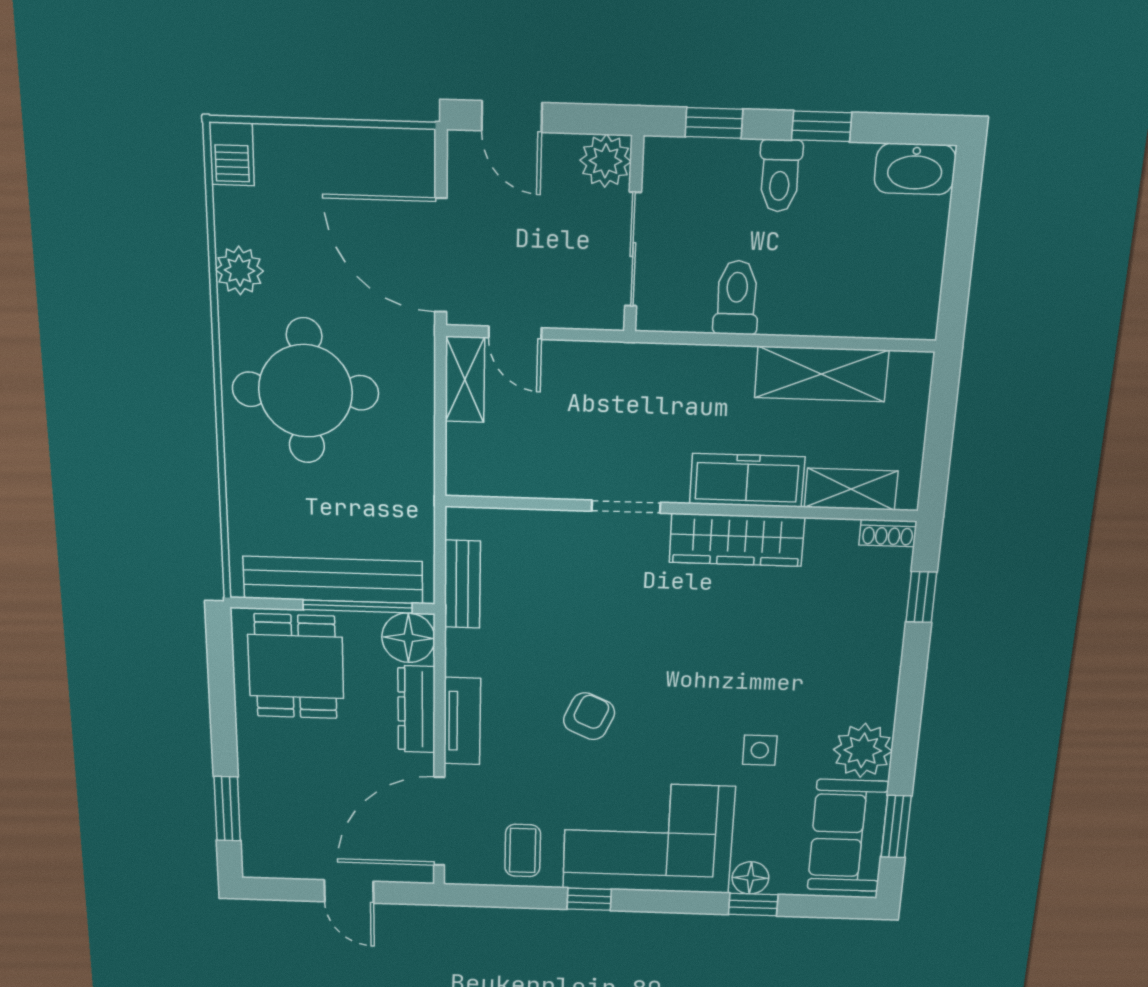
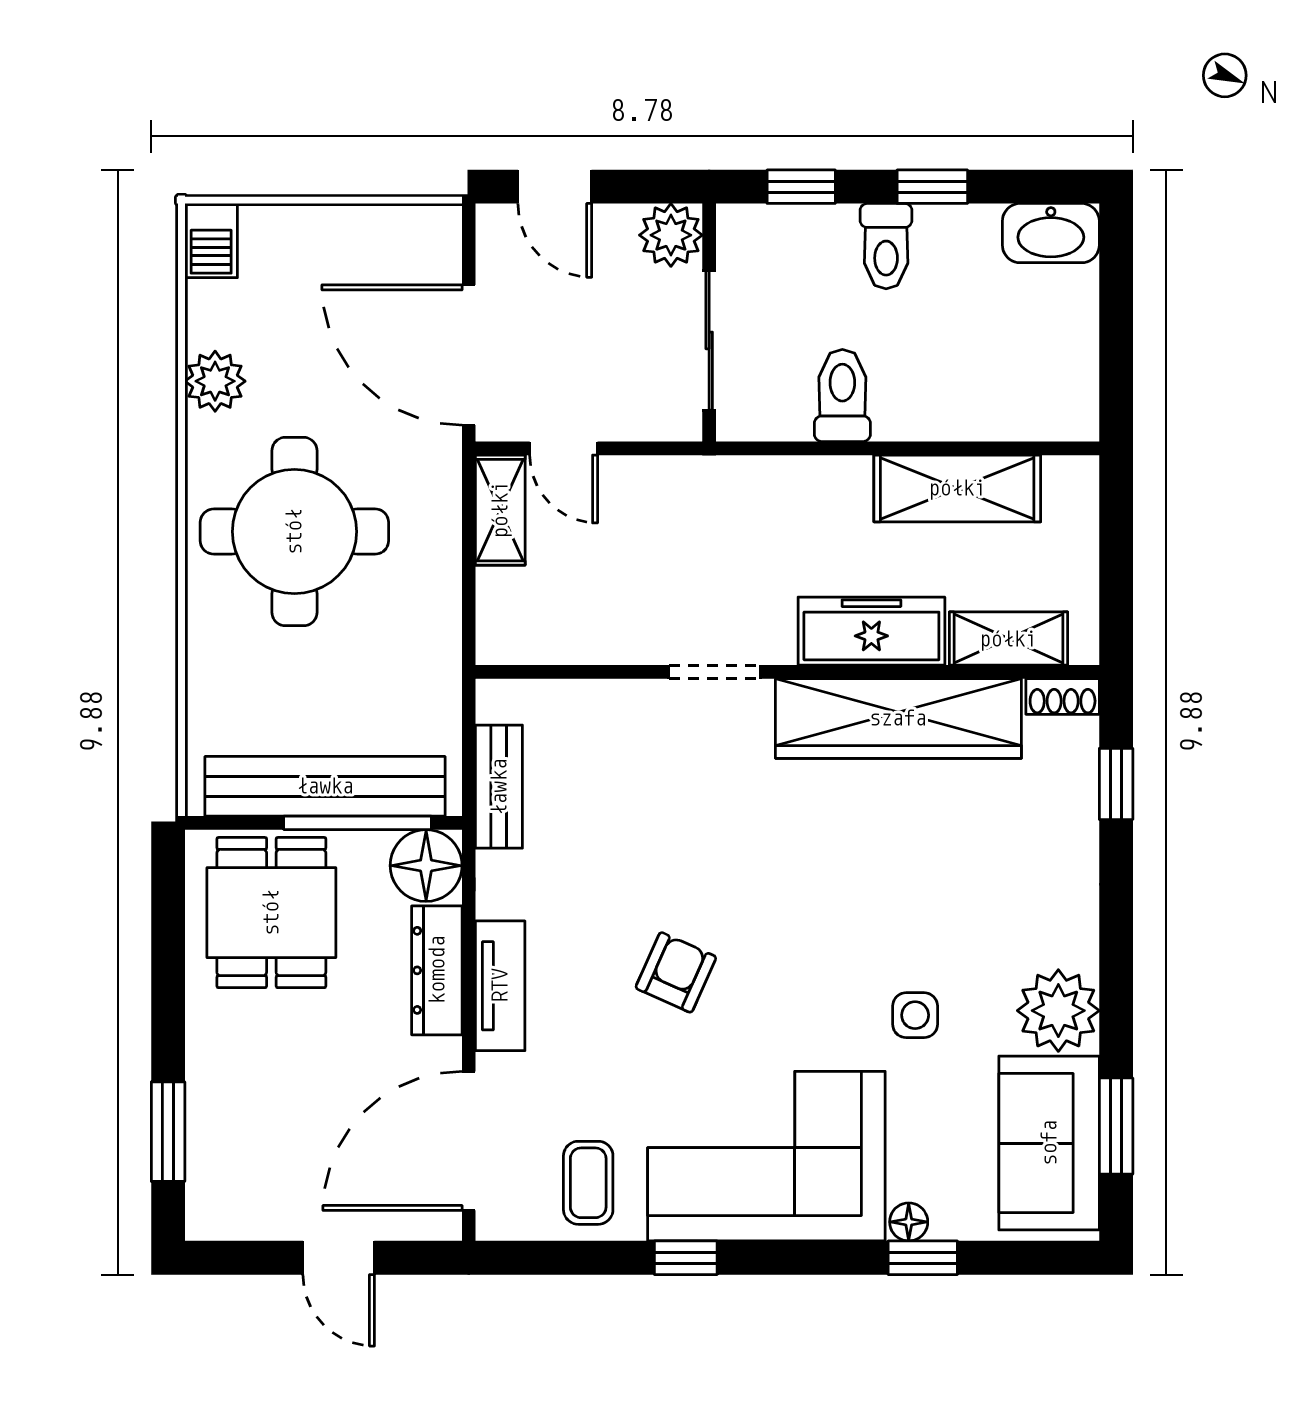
wardrobe: (737, 540) -> (898, 718), width x1.40, depth x1.17
floor lamp: (750, 878) -> (909, 1222), width x0.73, depth x0.73

